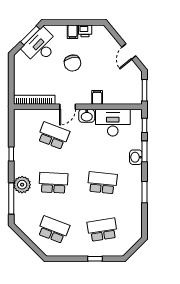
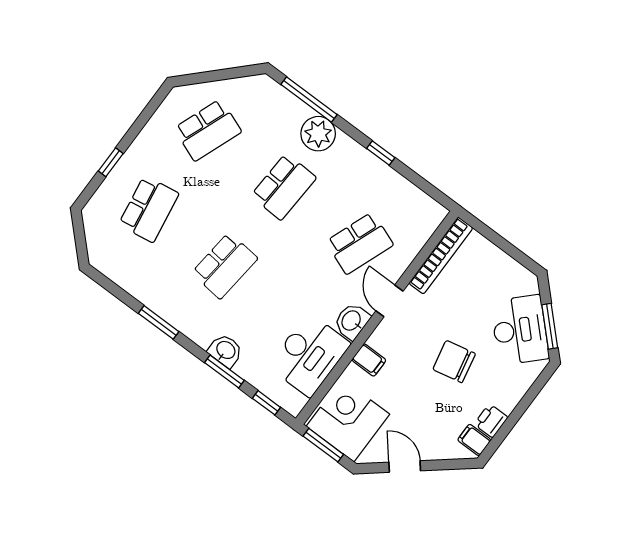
filing cabinet: (72, 32) -> (474, 440), moved
corner desk: (127, 88) -> (348, 420), added

